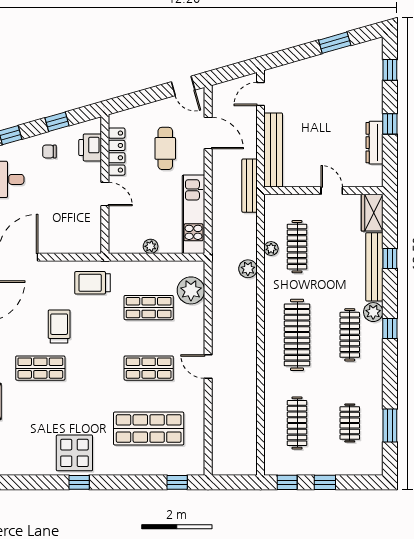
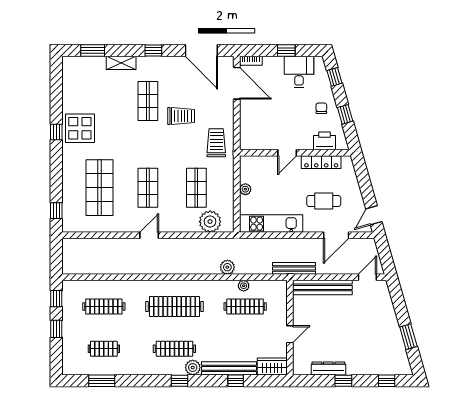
door: (260, 94) -> (367, 277), hinge flipped

